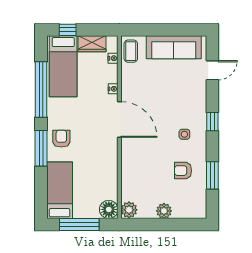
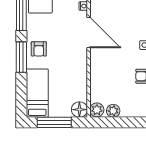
armchair: (61, 139) -> (39, 49), turned 180
plant: (164, 211) -> (113, 111), moved

